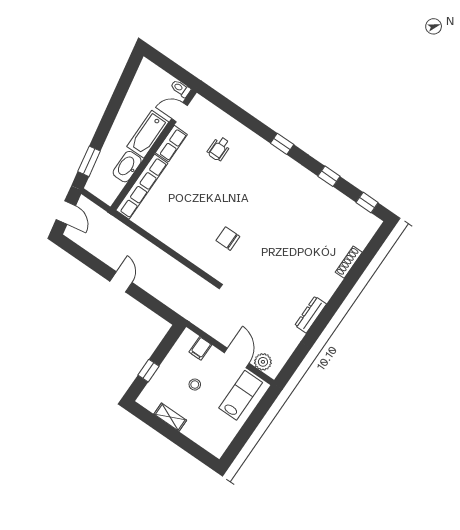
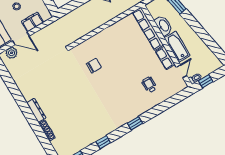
window: (178, 72) -> (206, 81), added
dresser: (311, 315) -> (36, 110), moved
filing cabinet: (200, 348) -> (32, 22), width x2.00

